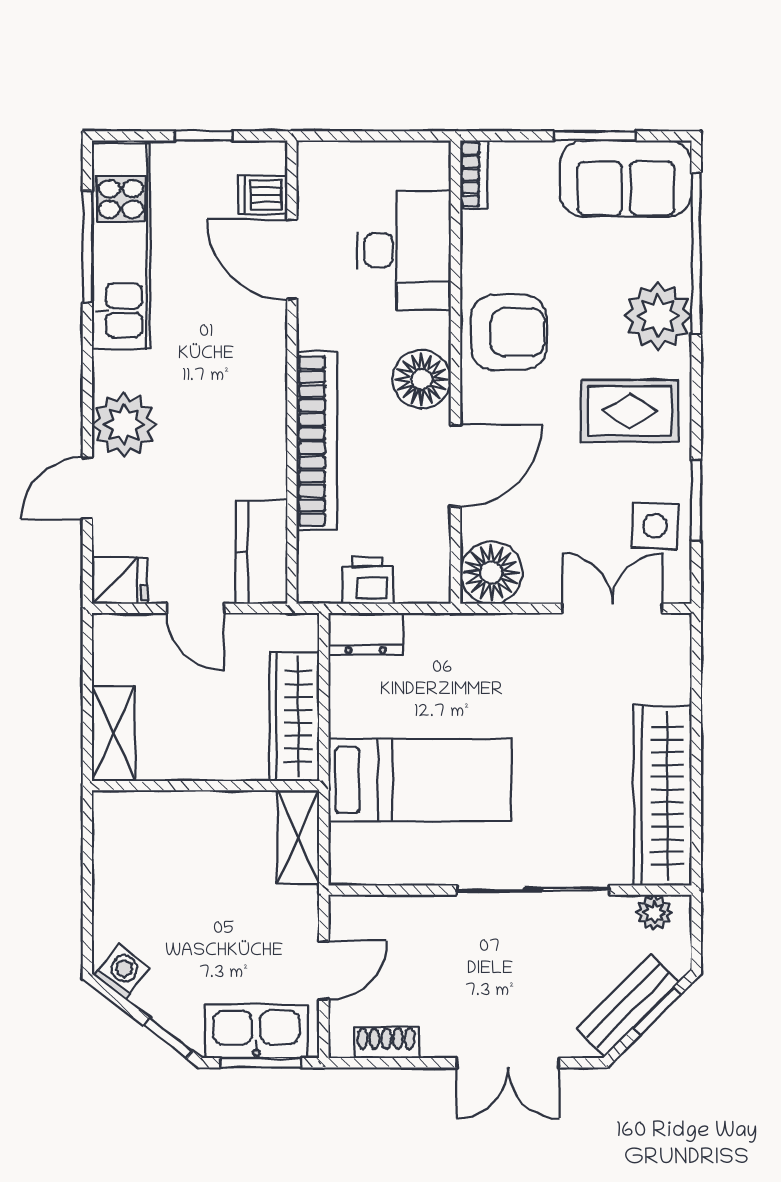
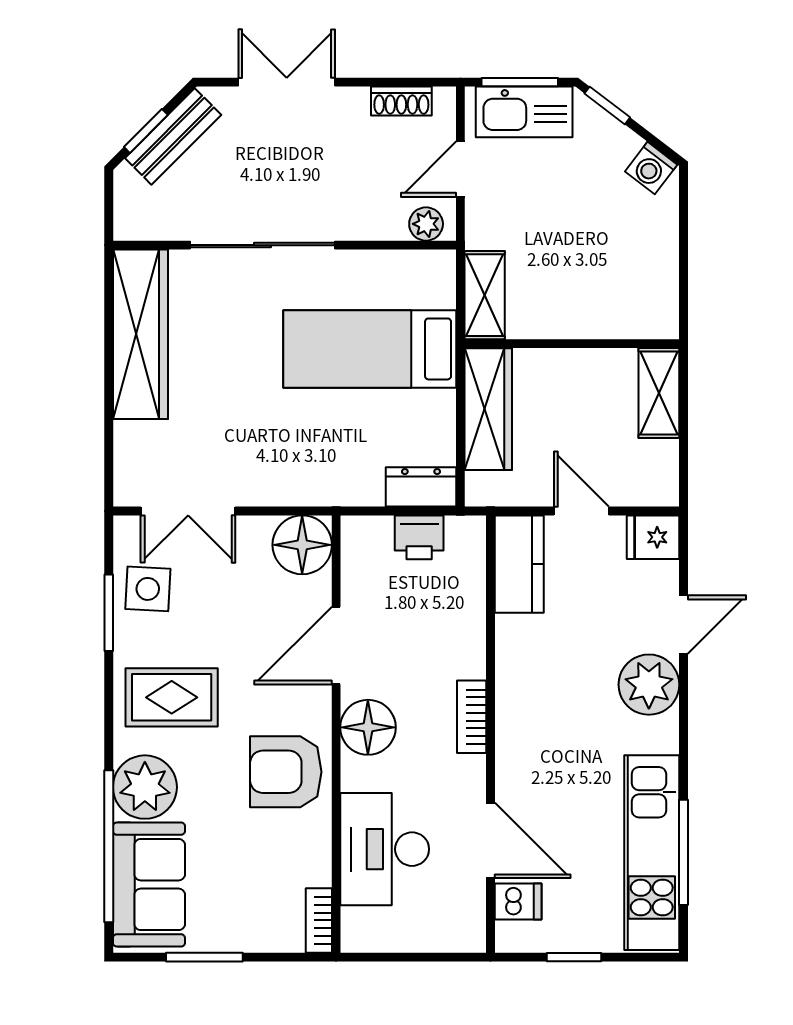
sofa: (626, 178) -> (149, 885), moved, turned 90
bookcase: (317, 441) -> (472, 717), width x0.43, depth x0.76
plant: (654, 912) -> (426, 224), moved

